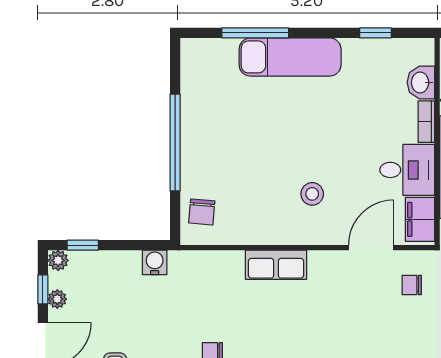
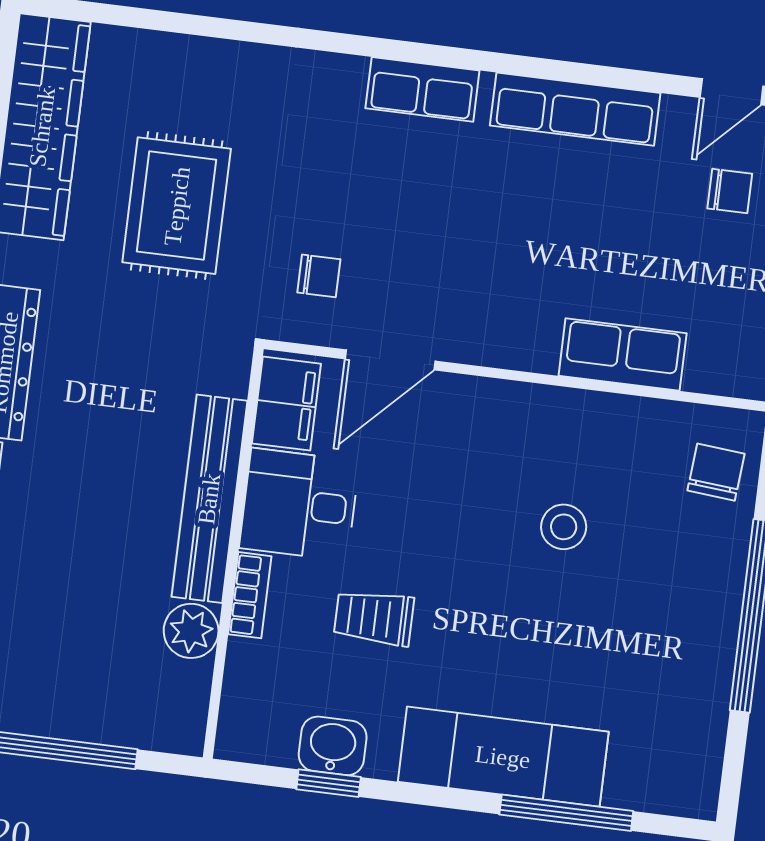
washbasin: (421, 82) -> (333, 746), moved, turned -90
trolley: (363, 118) -> (374, 618), added
stool: (312, 194) -> (564, 527), moved
row of seats: (276, 265) -> (623, 354), moved

